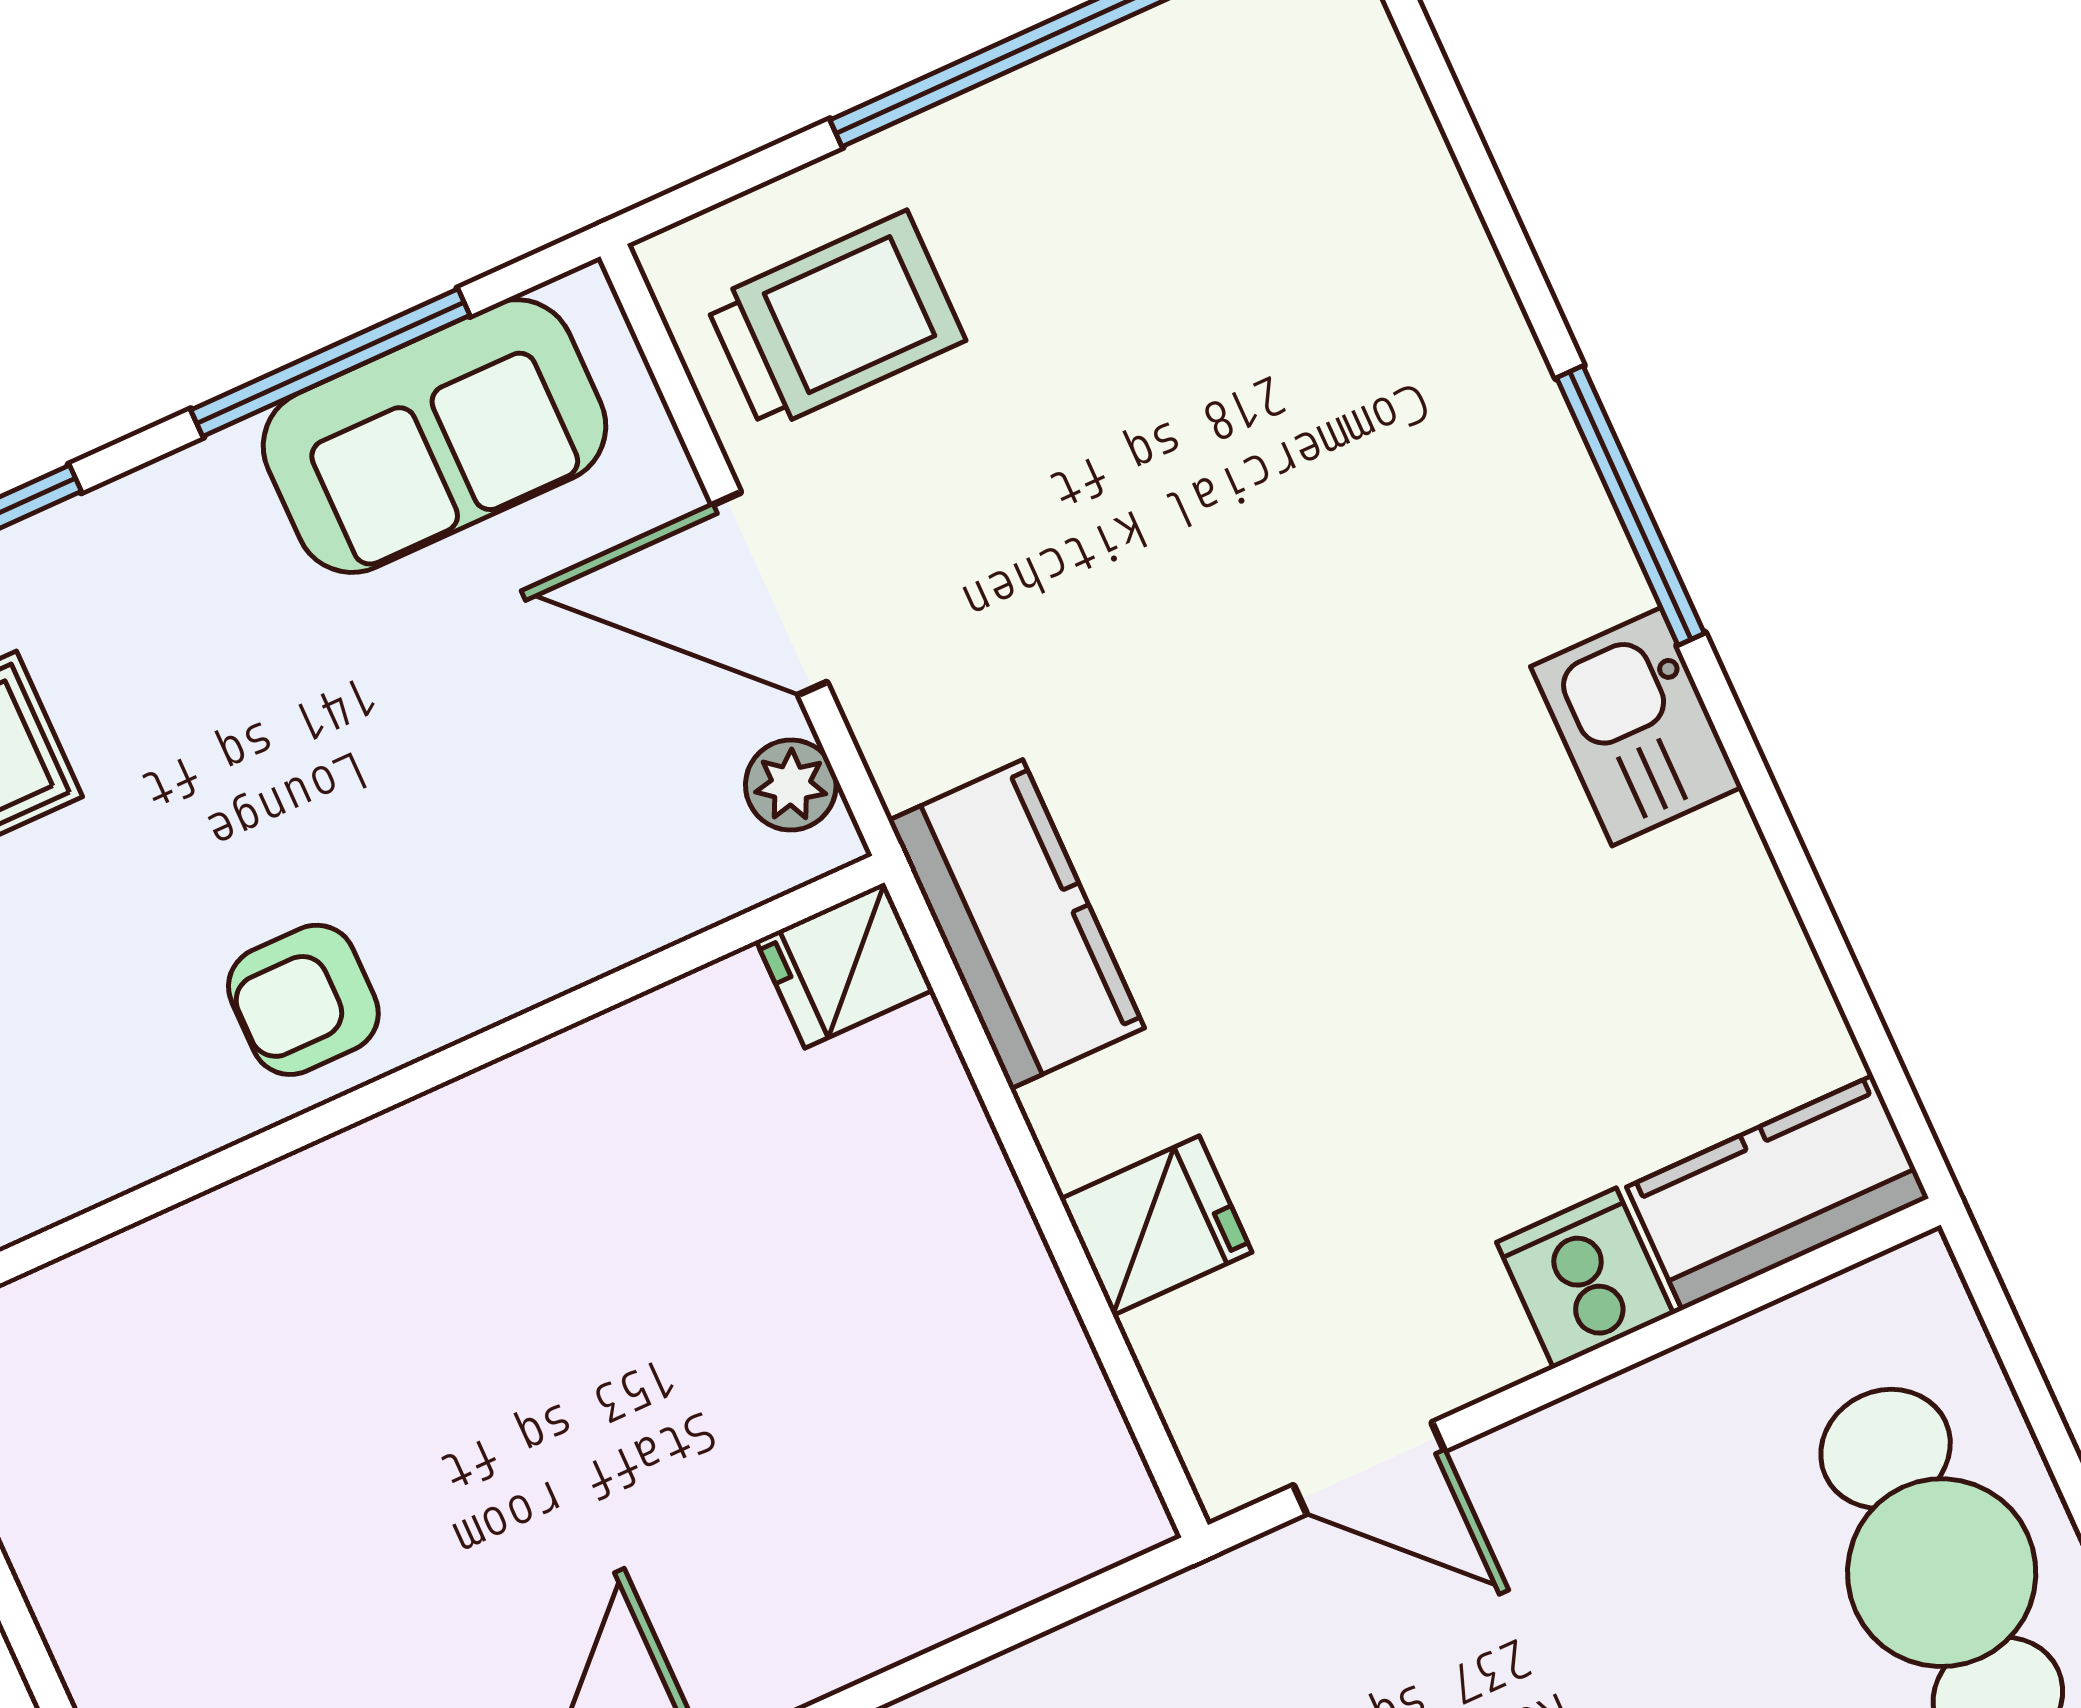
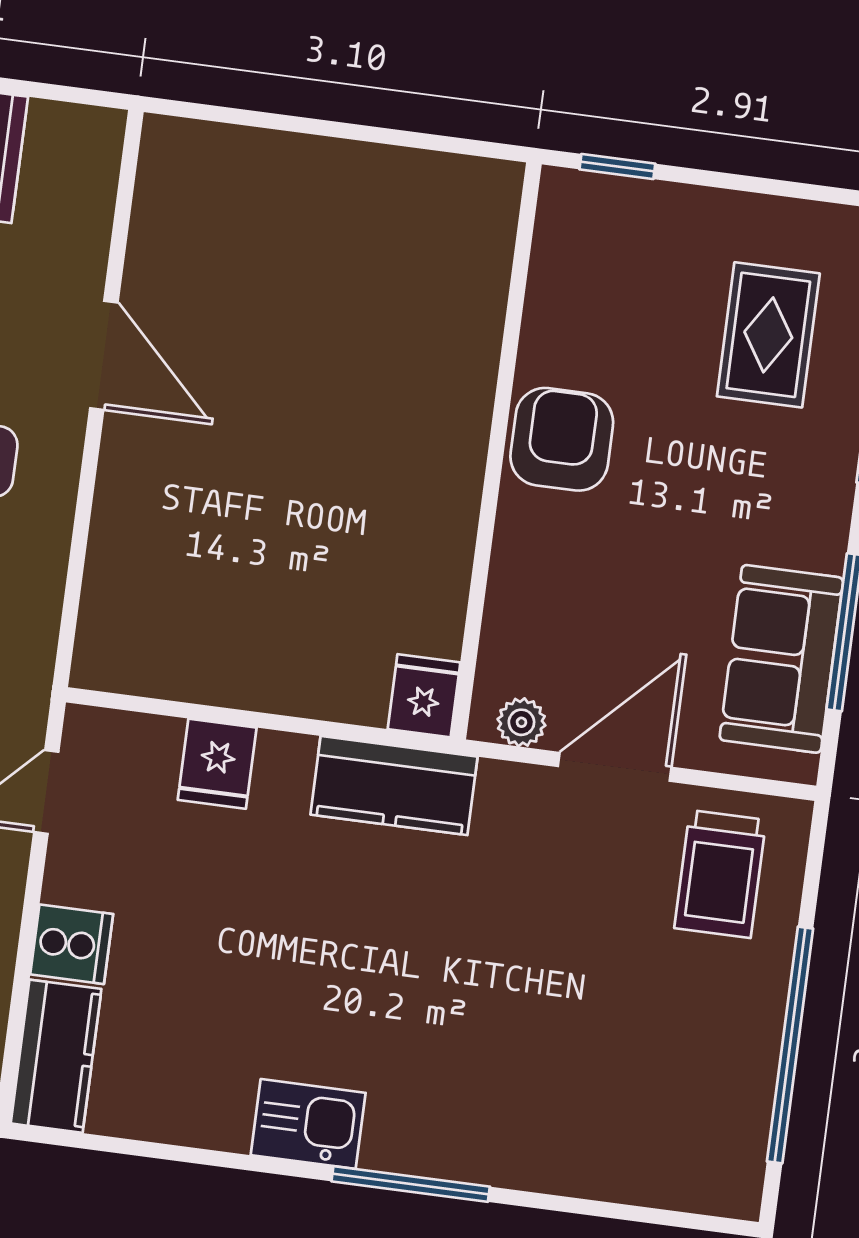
armchair: (303, 1000) -> (562, 439), width x1.38, depth x1.38

